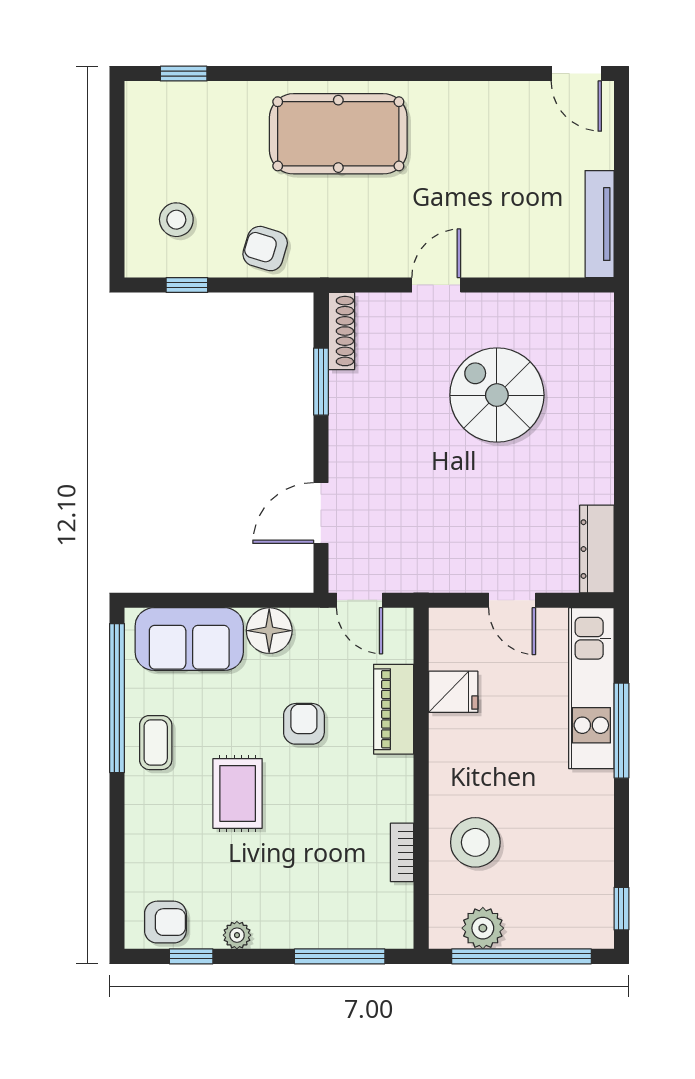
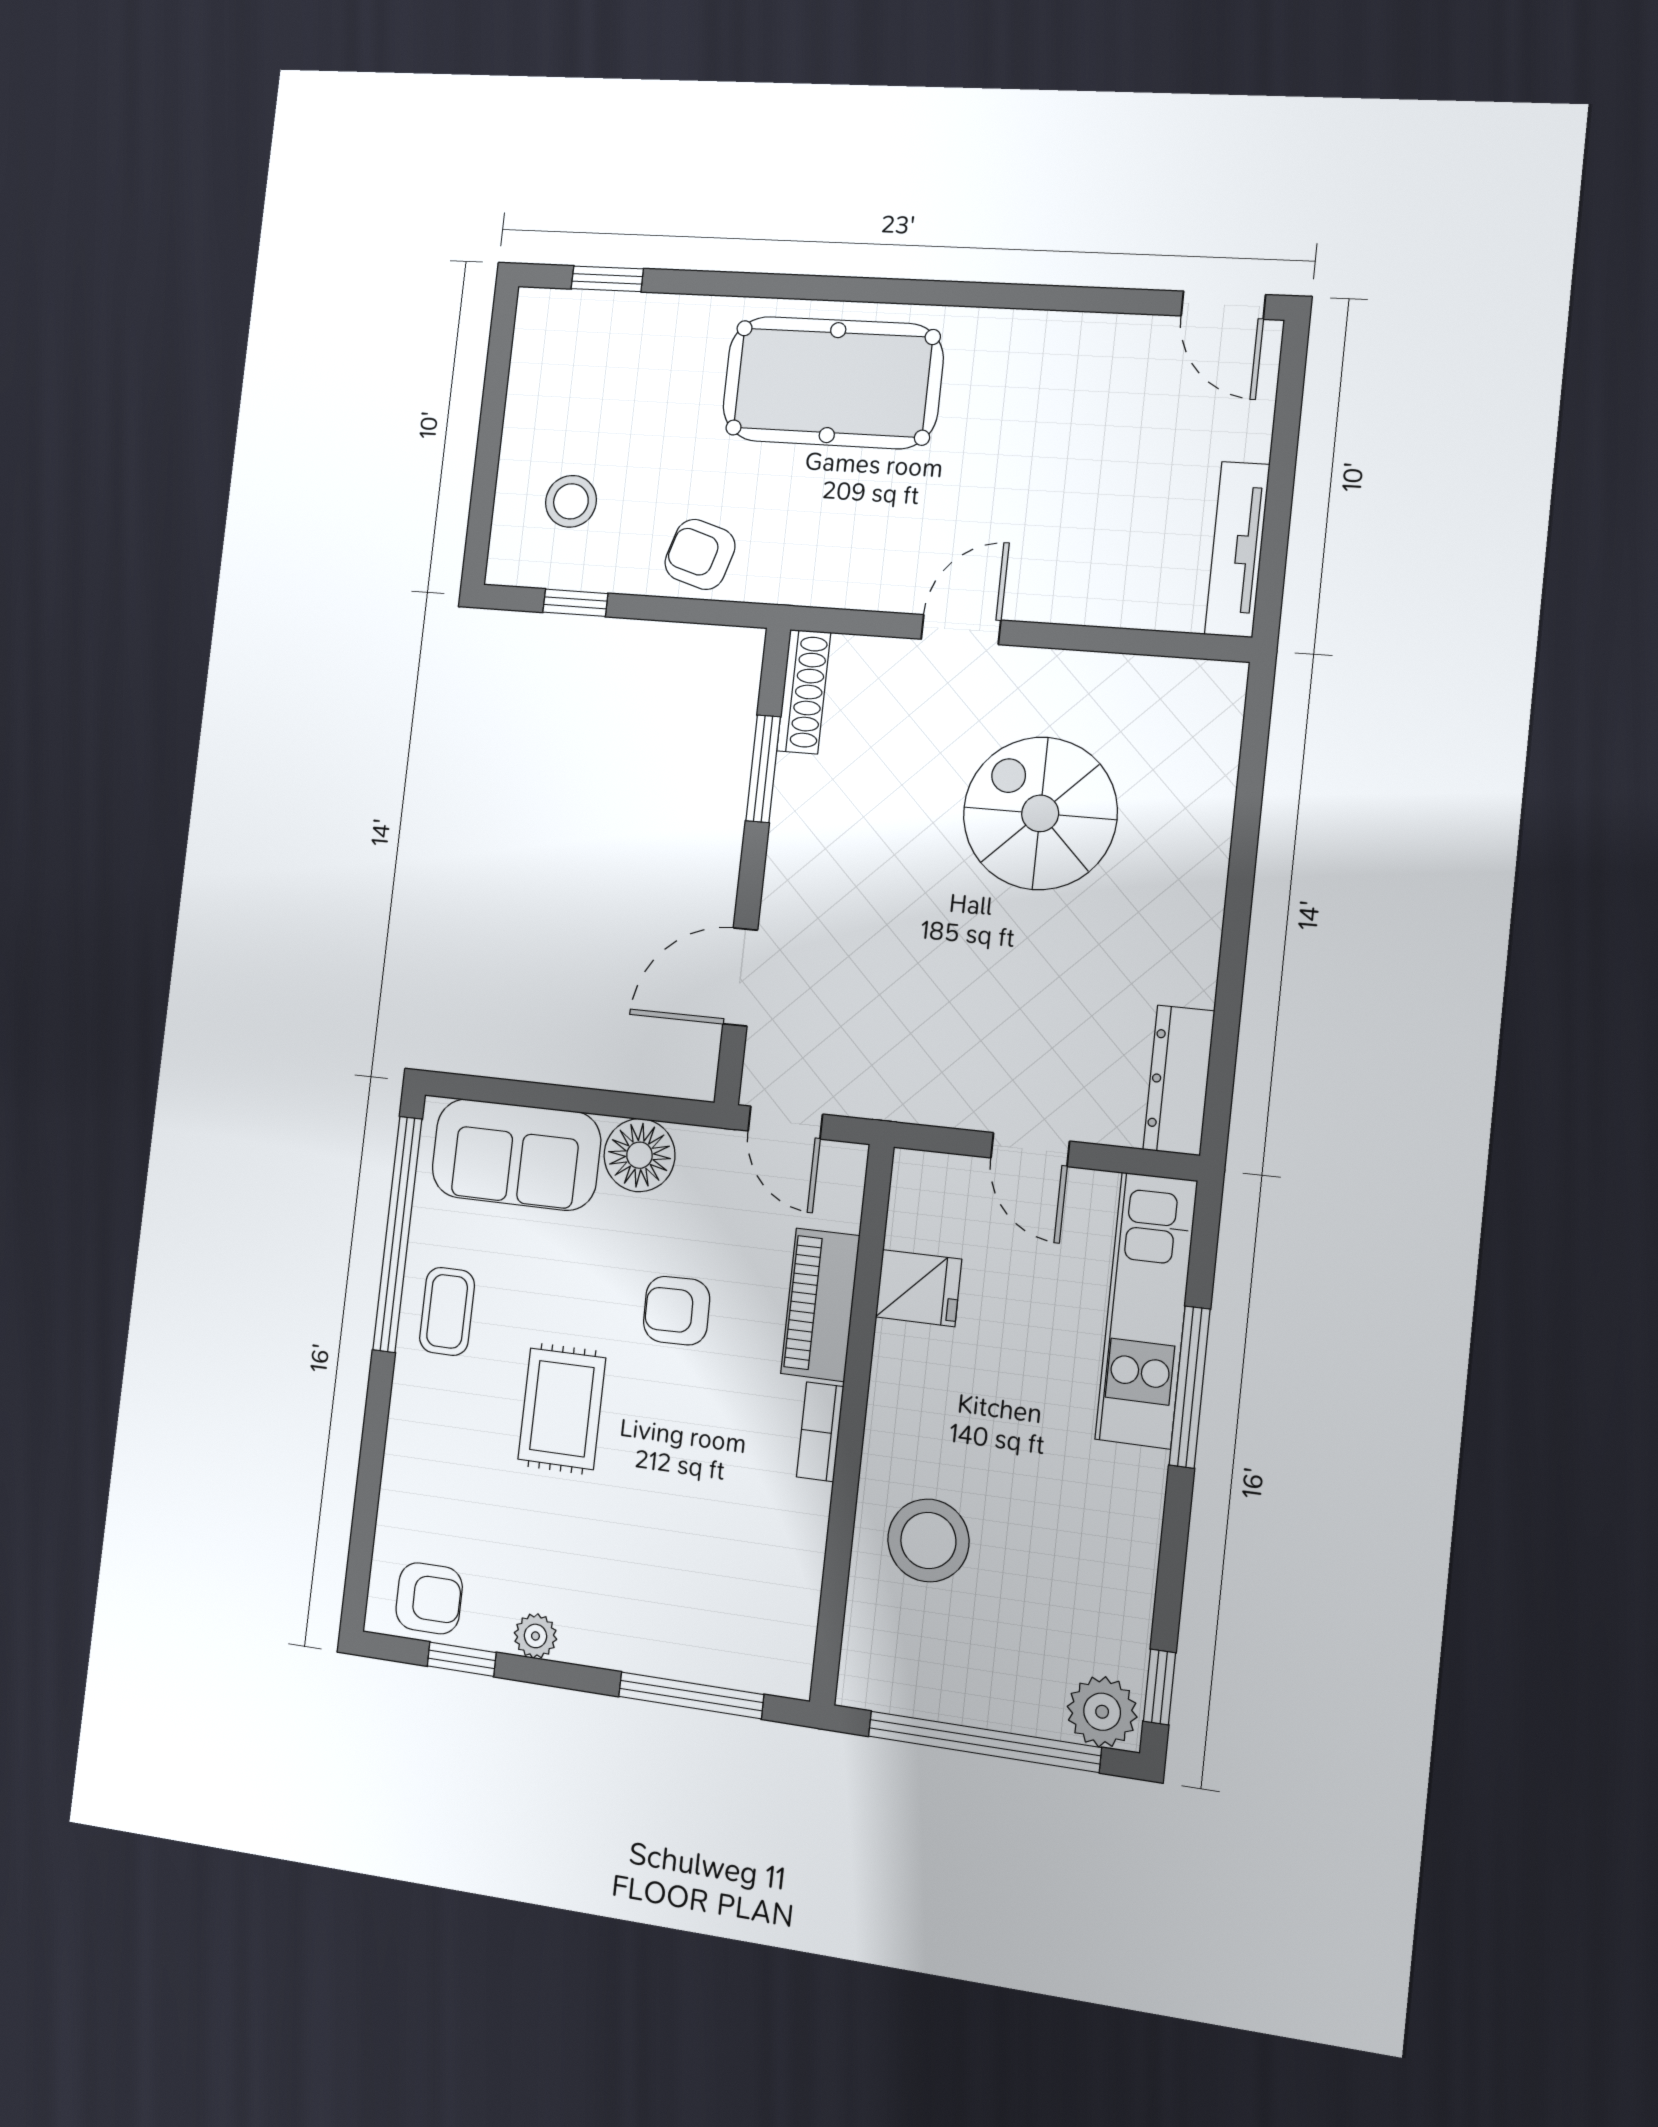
armchair: (304, 724) -> (677, 1311), turned -91
bookcase: (402, 852) -> (820, 1432), moved
plant: (483, 928) -> (1102, 1712), moved

